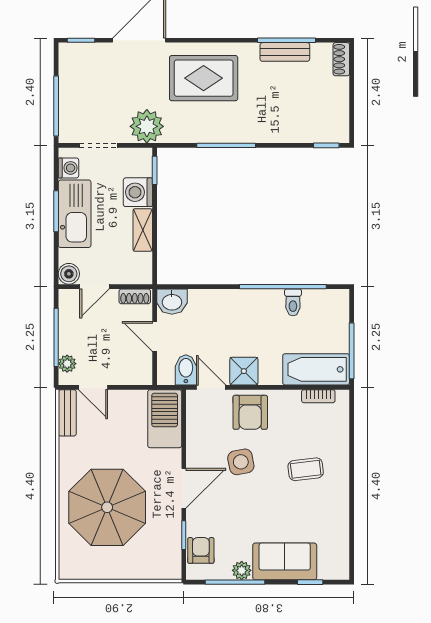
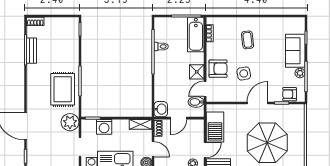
rug: (204, 78) -> (63, 89), moved
shelving: (143, 230) -> (140, 124), moved
barbecue: (165, 419) -> (215, 127), moved, turned -90
door: (184, 488) -> (257, 103), hinge flipped

